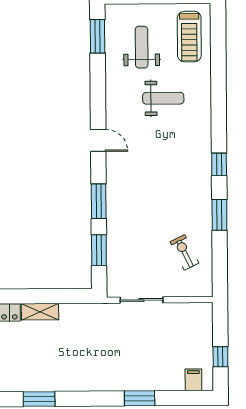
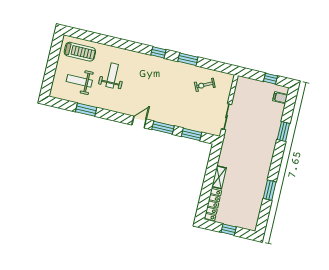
window: (97, 36) -> (86, 110), moved
door: (98, 140) -> (139, 122), moved

